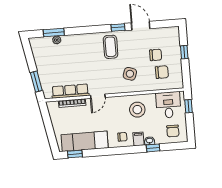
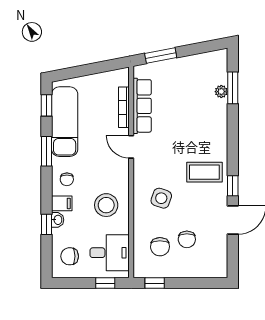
window: (184, 52) -> (155, 283), moved
window: (105, 152) -> (46, 151), added

